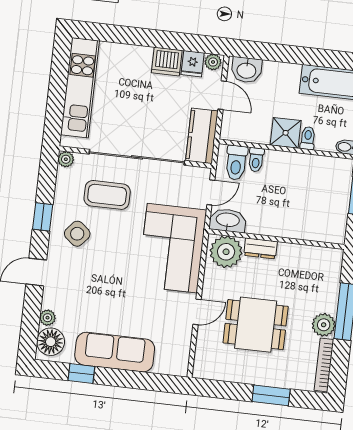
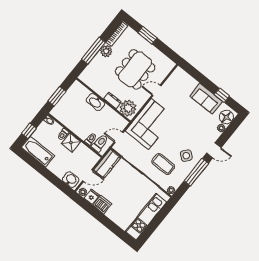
door: (222, 95) -> (88, 176), swing flipped
window: (43, 217) -> (196, 172), width x2.17
washbasin: (228, 220) -> (95, 102), moved
dining table: (256, 325) -> (135, 69), width x1.38
sofa: (115, 352) -> (206, 99), width x0.73

